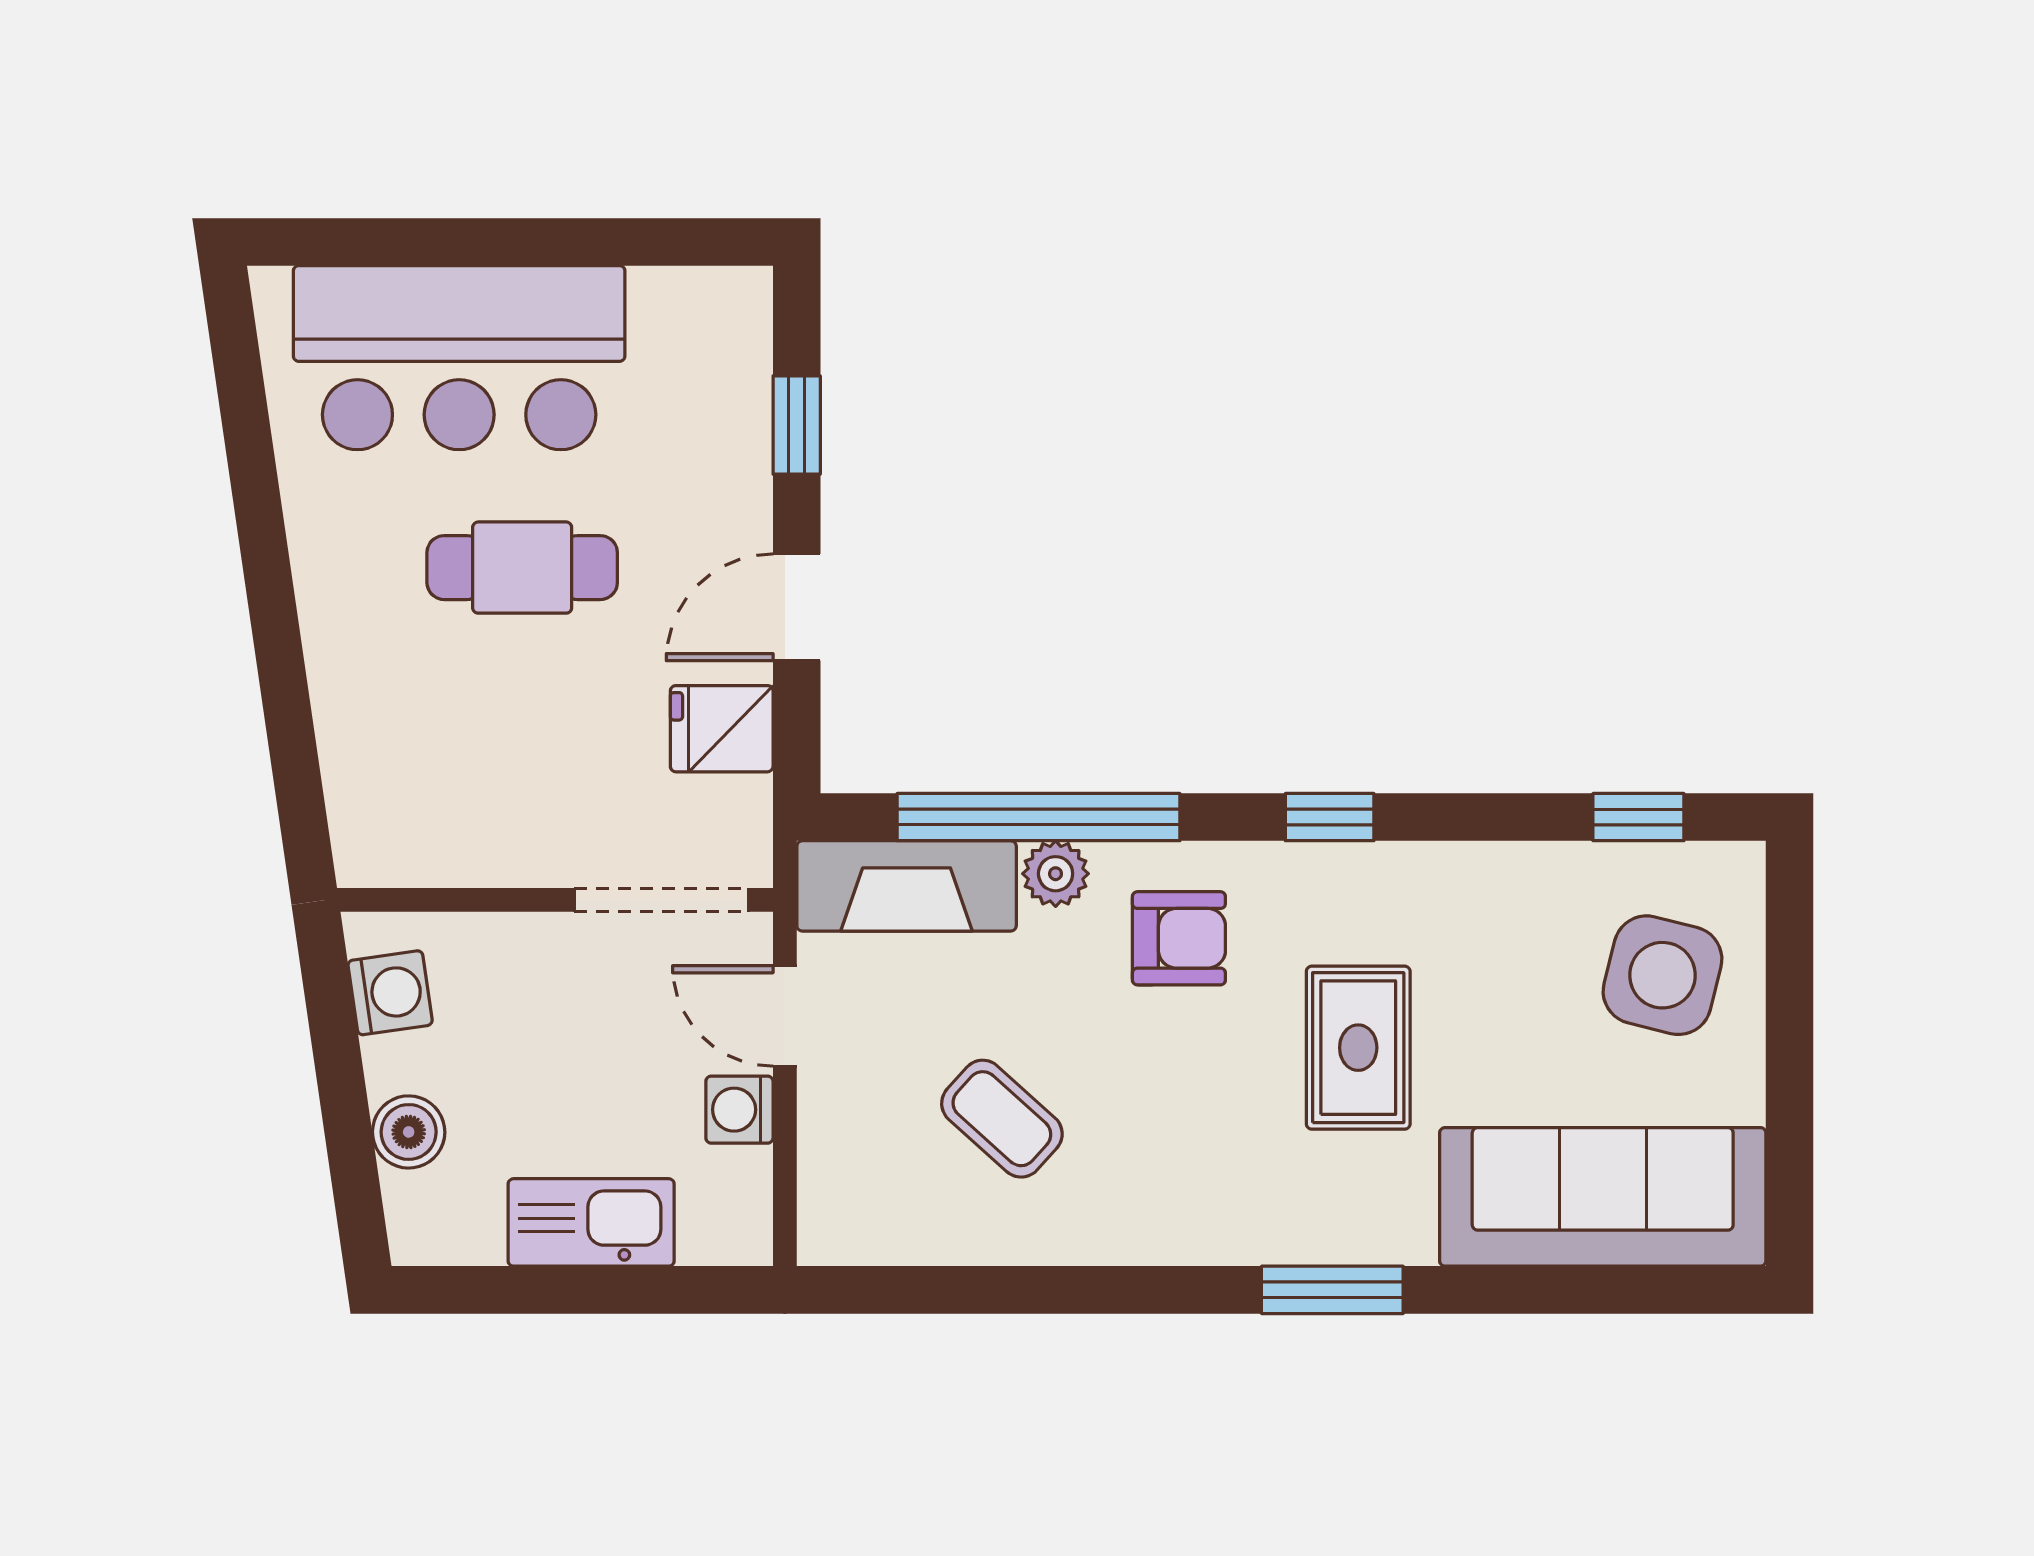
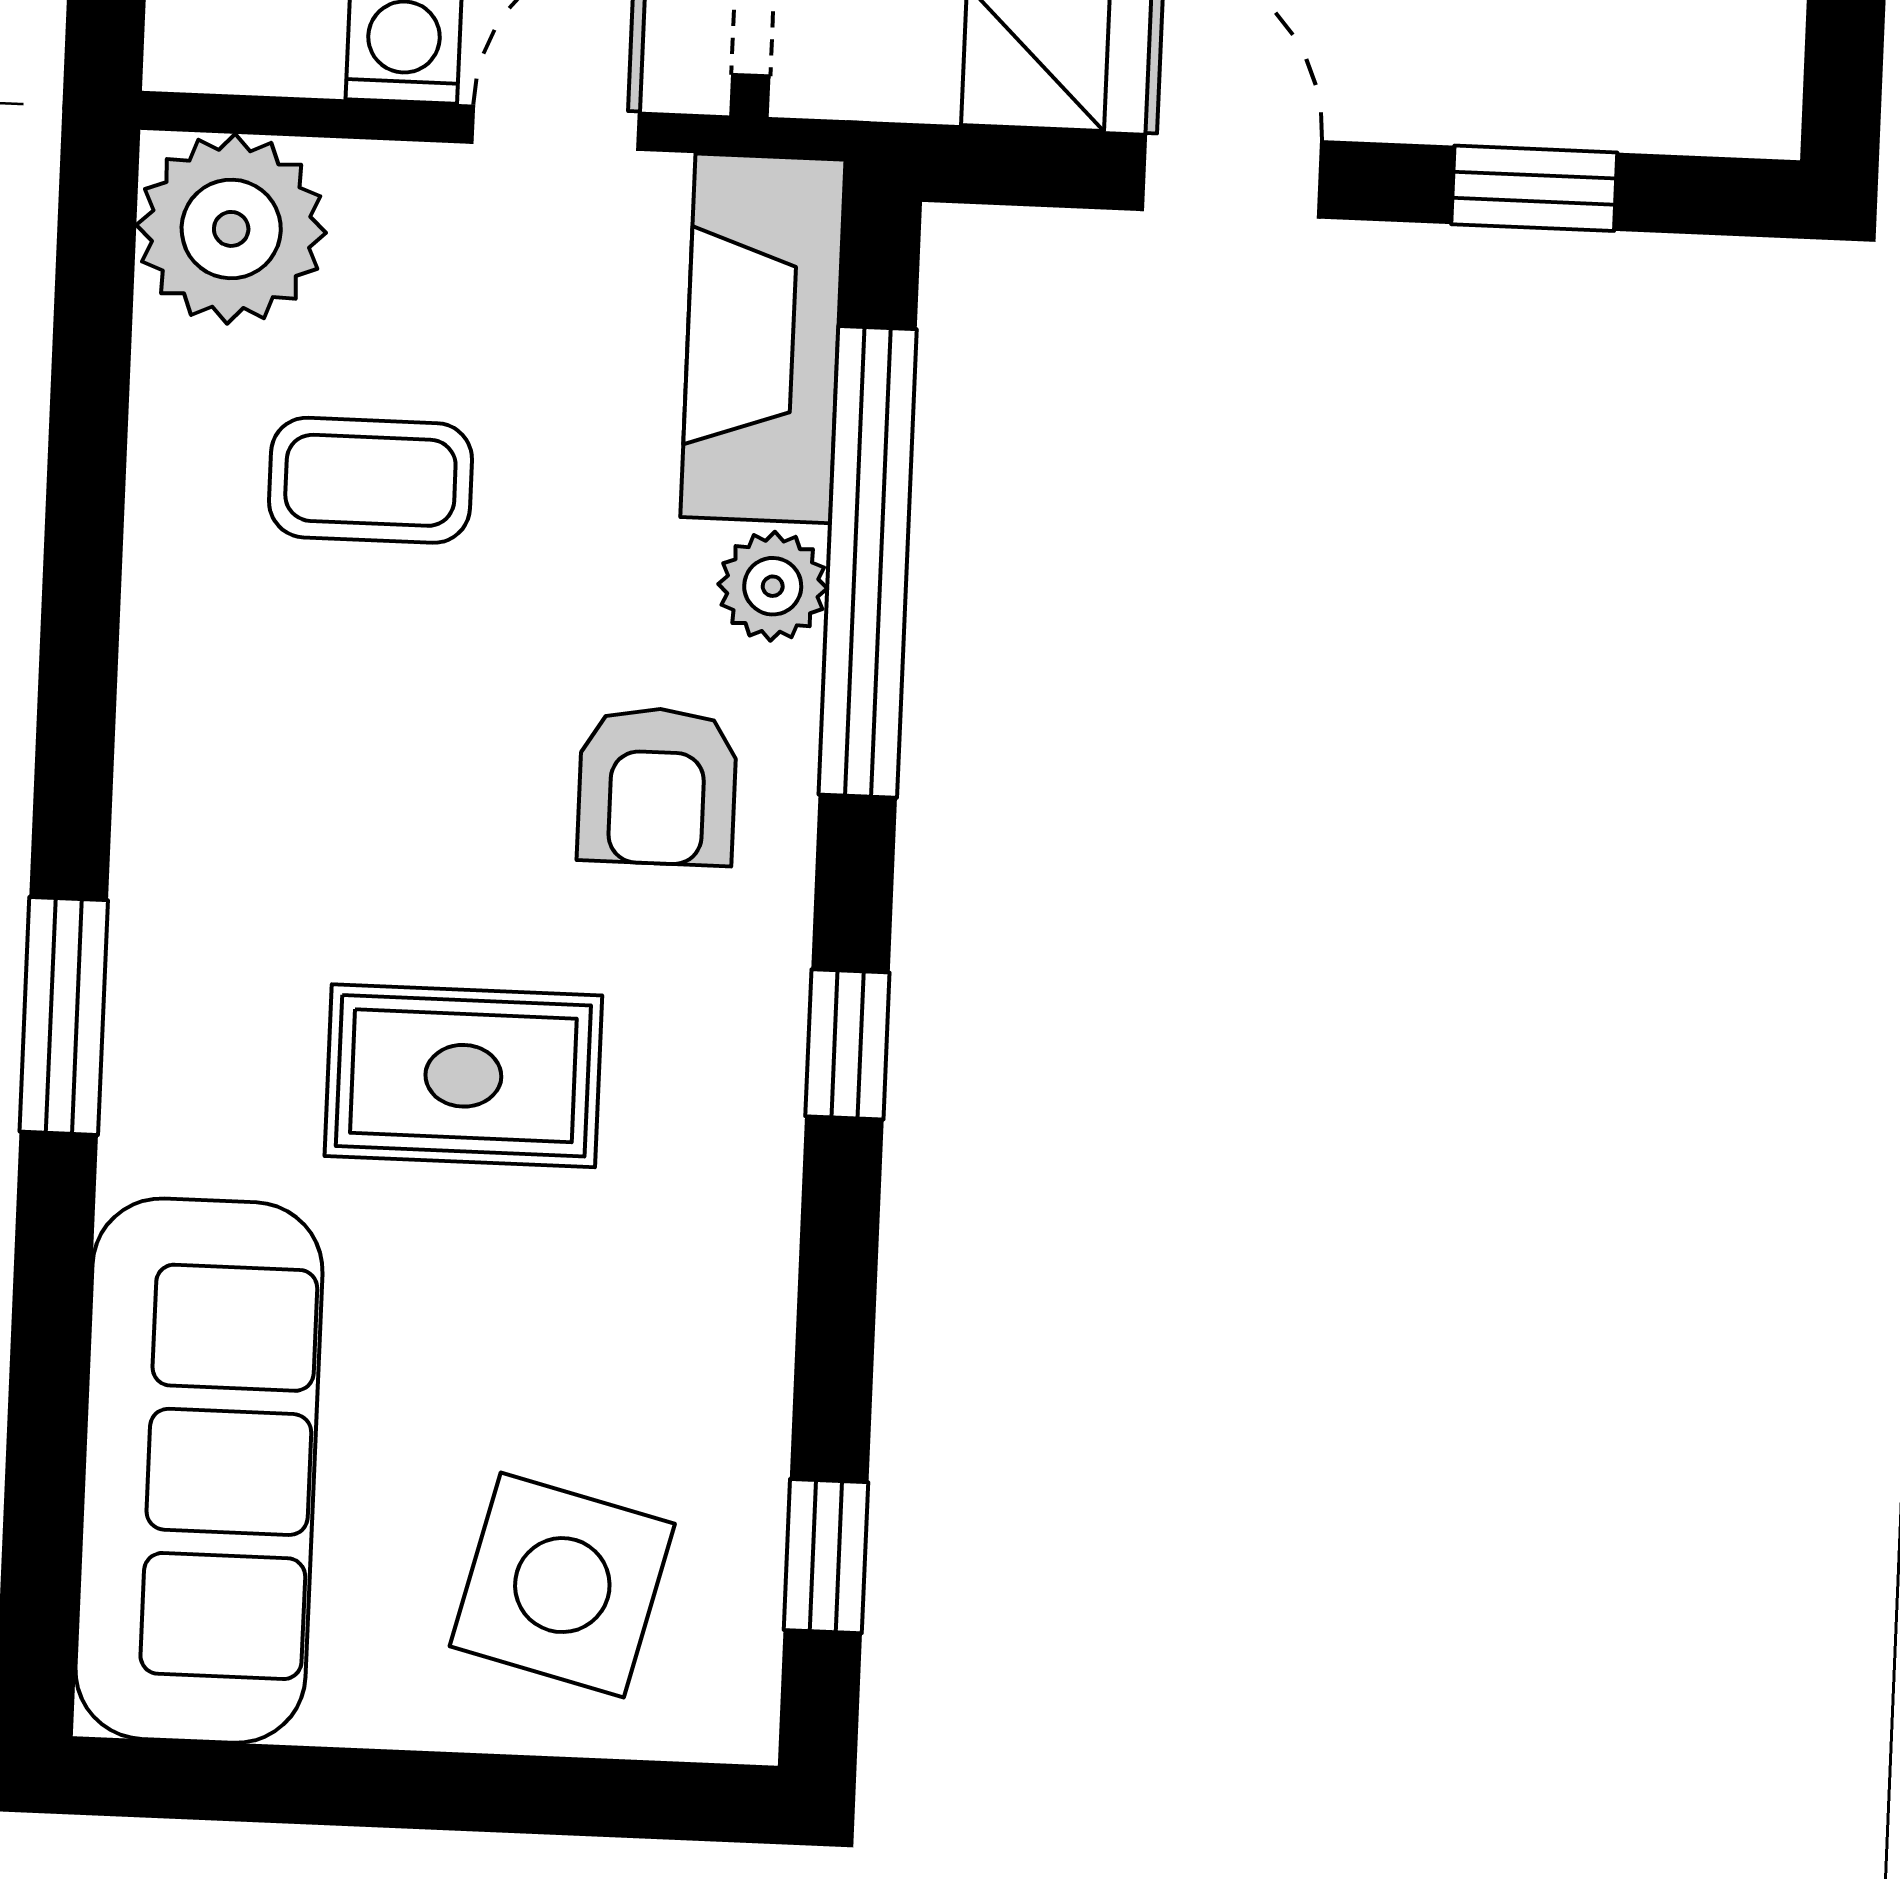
coffee table: (1002, 1119) -> (370, 480), turned 48
plant: (854, 1209) -> (231, 229), added

